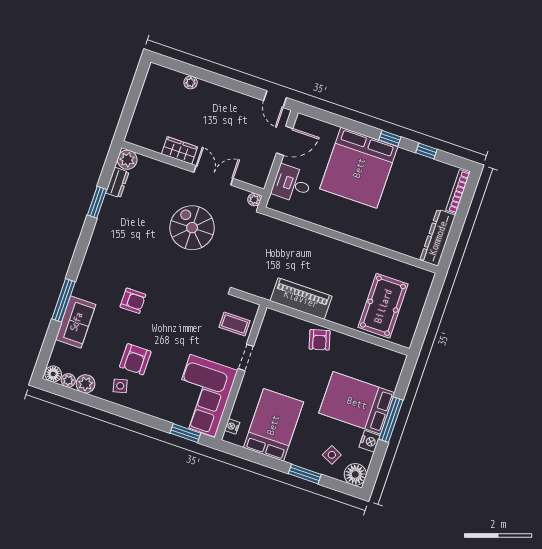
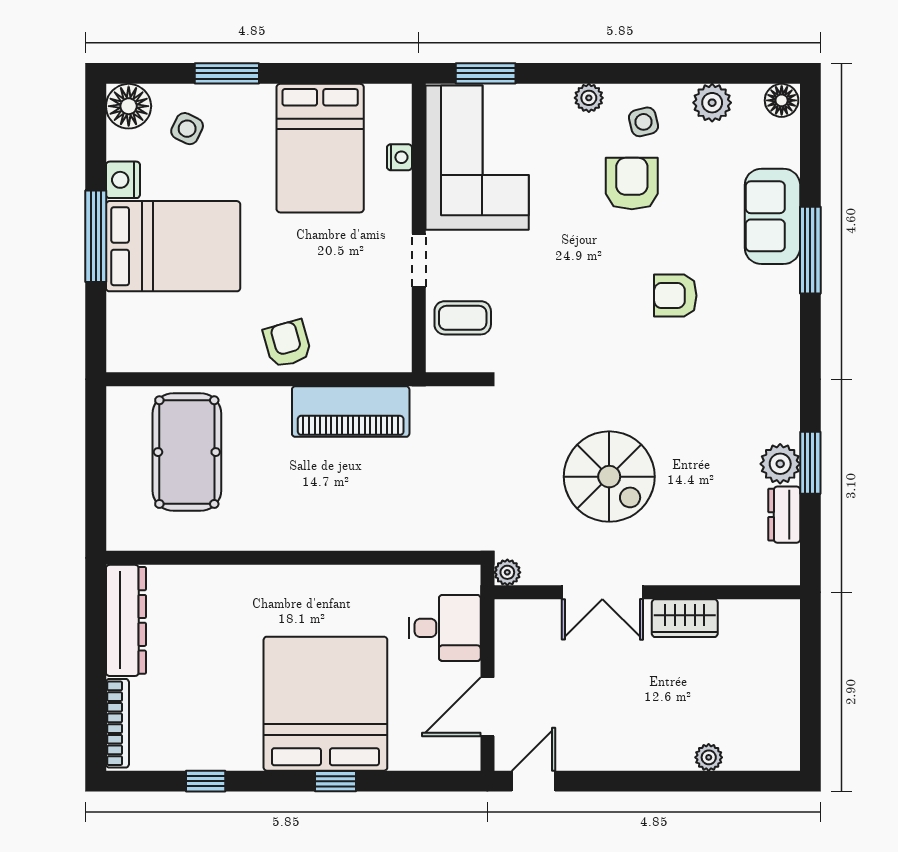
door: (275, 99) -> (534, 781), hinge flipped
window: (390, 138) -> (336, 781), moved
plant: (127, 160) -> (780, 464), moved
plant: (68, 380) -> (589, 98), moved
nightstand: (232, 426) -> (399, 157), moved

